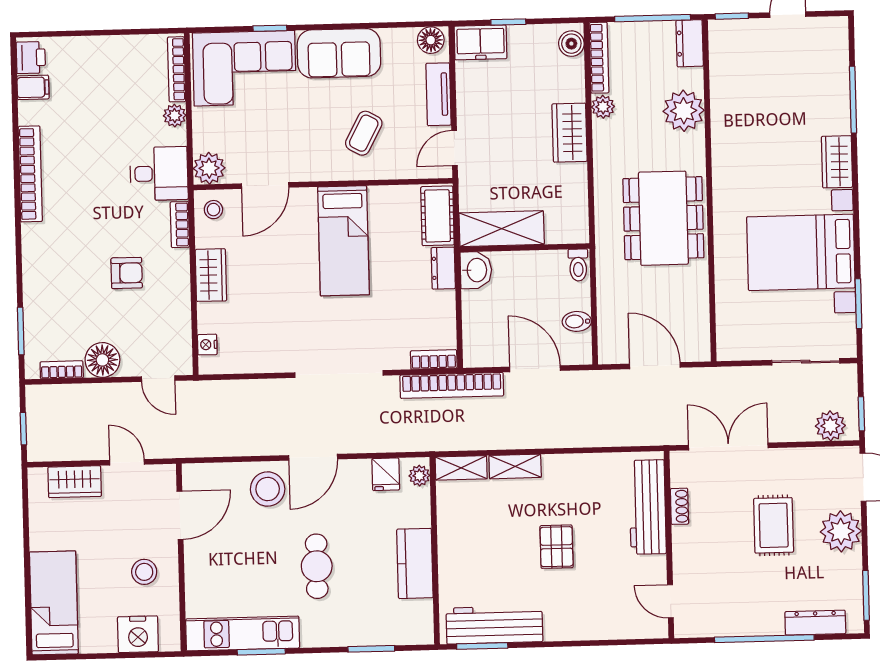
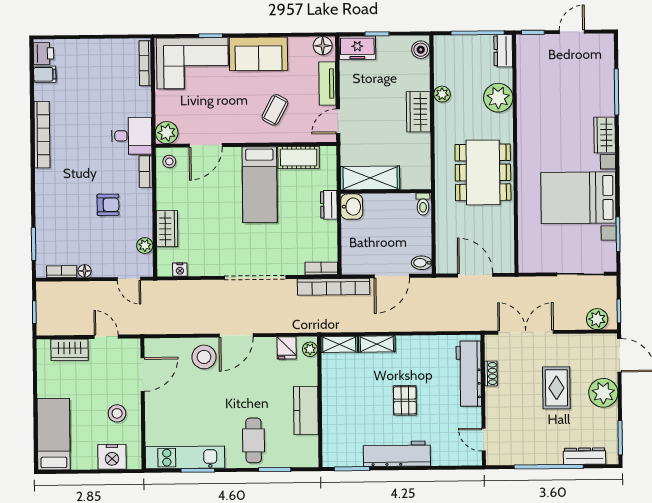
bookcase: (599, 58) -> (440, 60), removed
plant: (175, 116) -> (145, 246), moved
cot: (437, 216) -> (299, 157), moved, turned 90
wardrobe: (211, 275) -> (167, 229), moved
bidet: (577, 321) -> (422, 263), moved
nightstand: (207, 345) -> (180, 270), moved, turned -90
floor lamp: (102, 360) -> (85, 271), width x0.53, depth x0.53
door: (535, 369) -> (392, 276), swing flipped
cafe table: (317, 566) -> (254, 440), moved
workbench: (494, 625) -> (397, 454), moved

